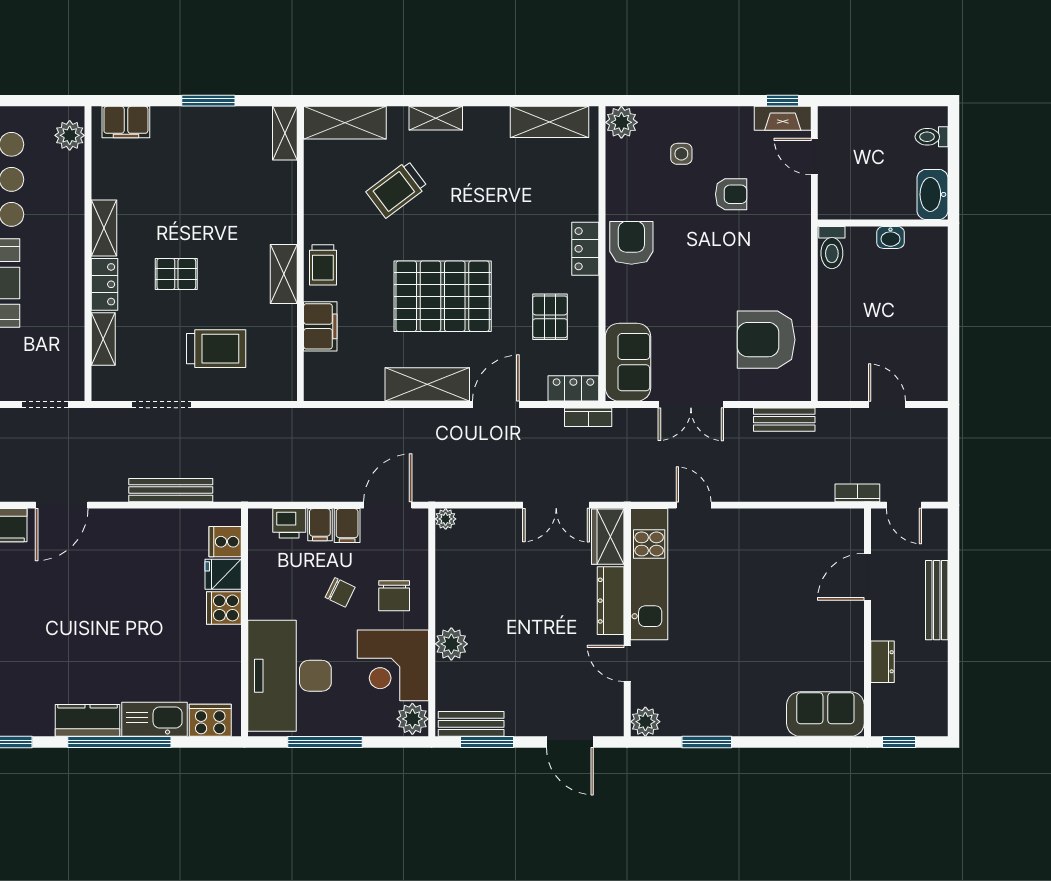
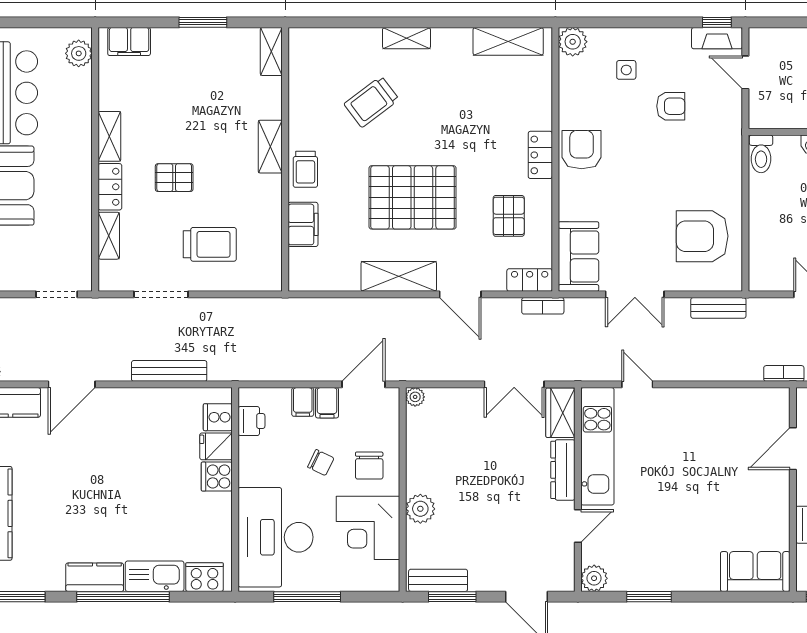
shelving: (345, 123) -> (325, 42), removed
shelving: (284, 274) -> (270, 147), moved
door: (496, 405) -> (460, 294), swing flipped
printer: (289, 523) -> (251, 421), moved, turned -90
door: (627, 663) -> (578, 526), swing flipped
plant: (412, 719) -> (386, 576), removed

